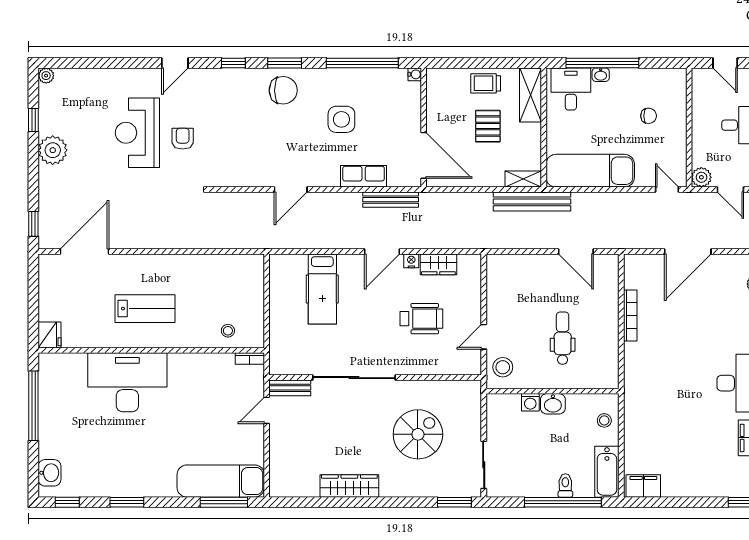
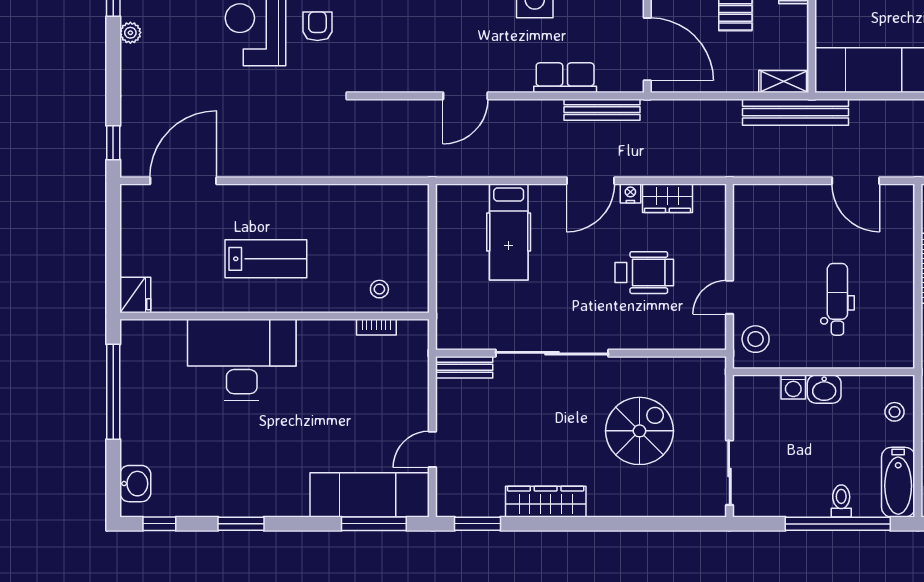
plant: (53, 150) -> (130, 33), width x0.53, depth x0.53
bookcase: (250, 359) -> (376, 327), moved
door: (267, 410) -> (432, 449), moved
window: (454, 502) -> (478, 524), moved

